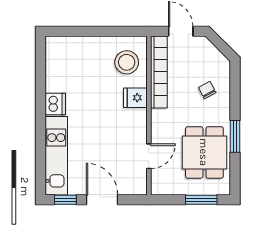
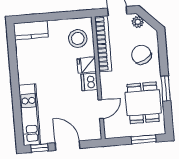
kitchen counter: (67, 47) -> (31, 30), added
plant: (206, 47) -> (138, 22), added
chair: (207, 90) -> (141, 55), width x1.87, depth x1.87
dishwasher: (55, 104) -> (89, 82), moved, turned 180

